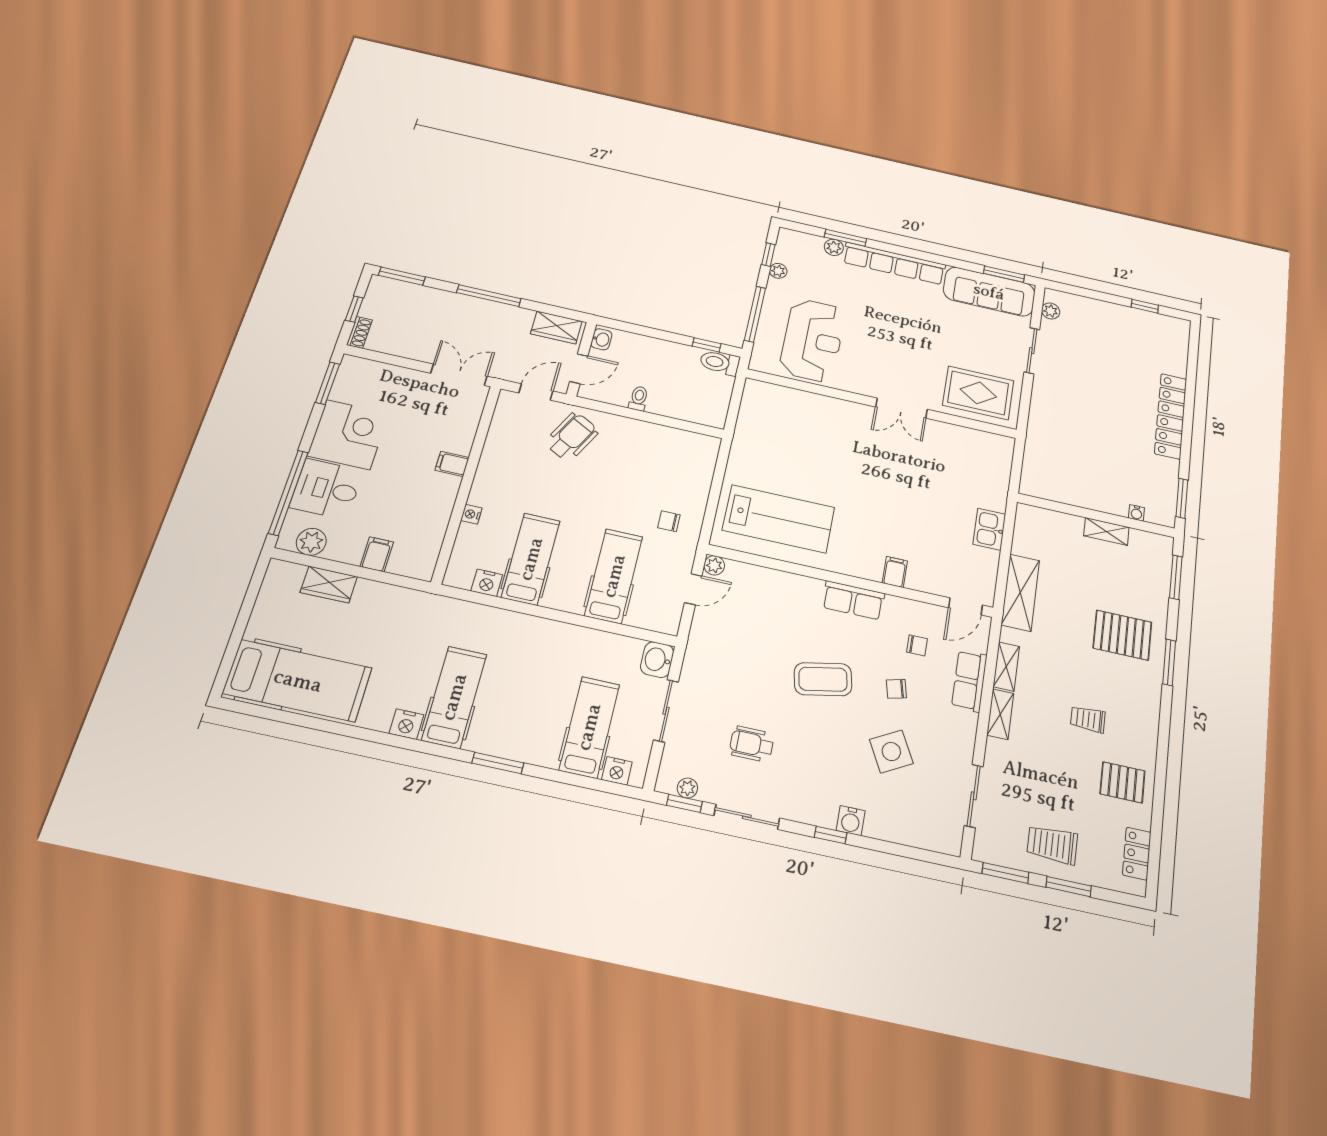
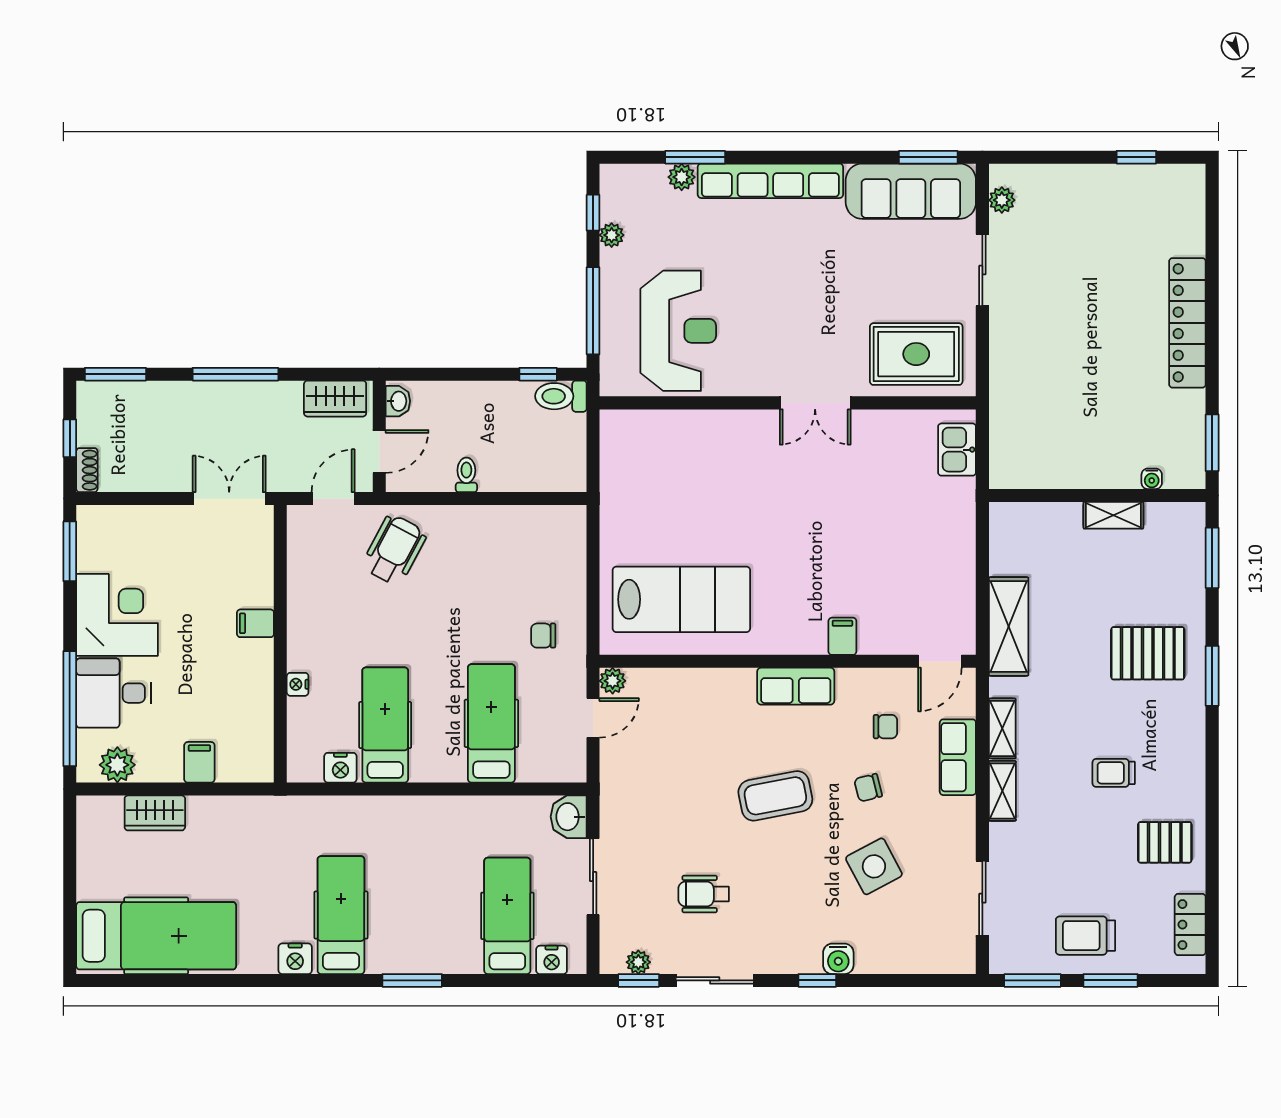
kitchen sink: (989, 529) -> (957, 450), moved

